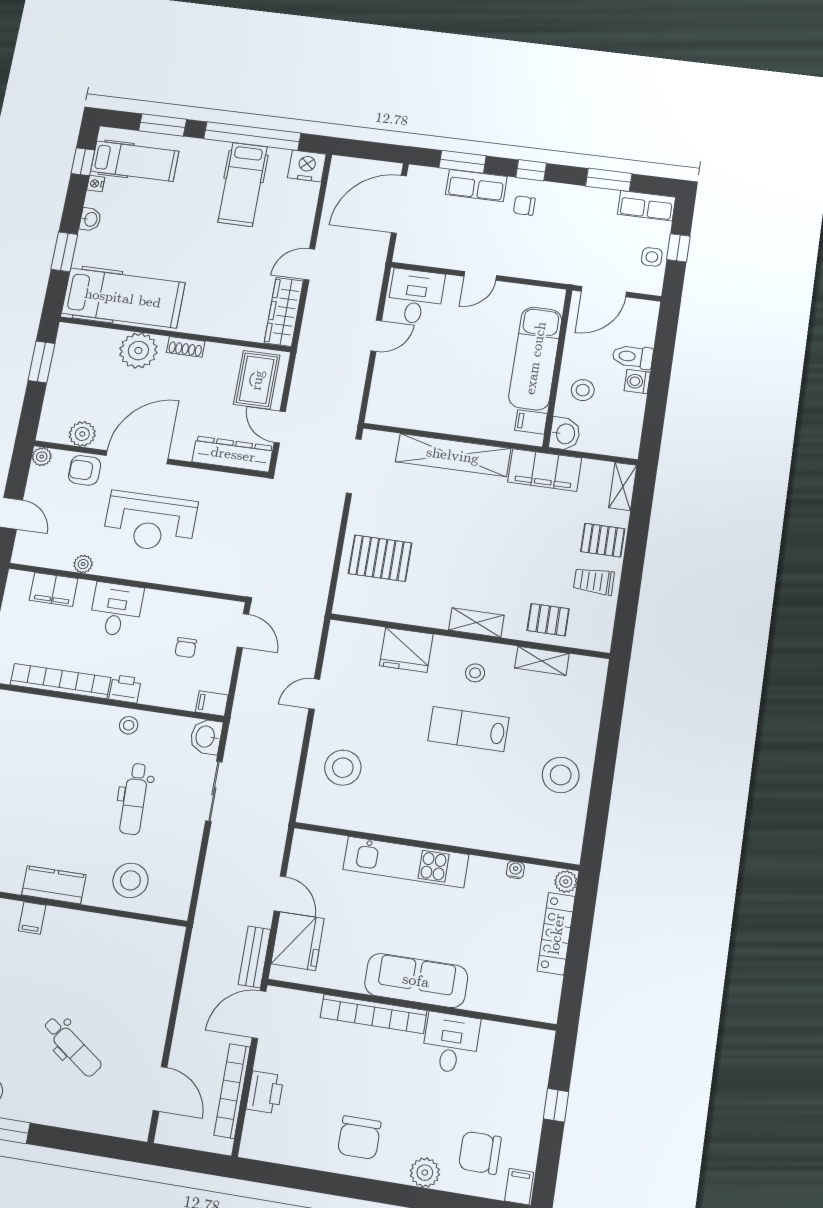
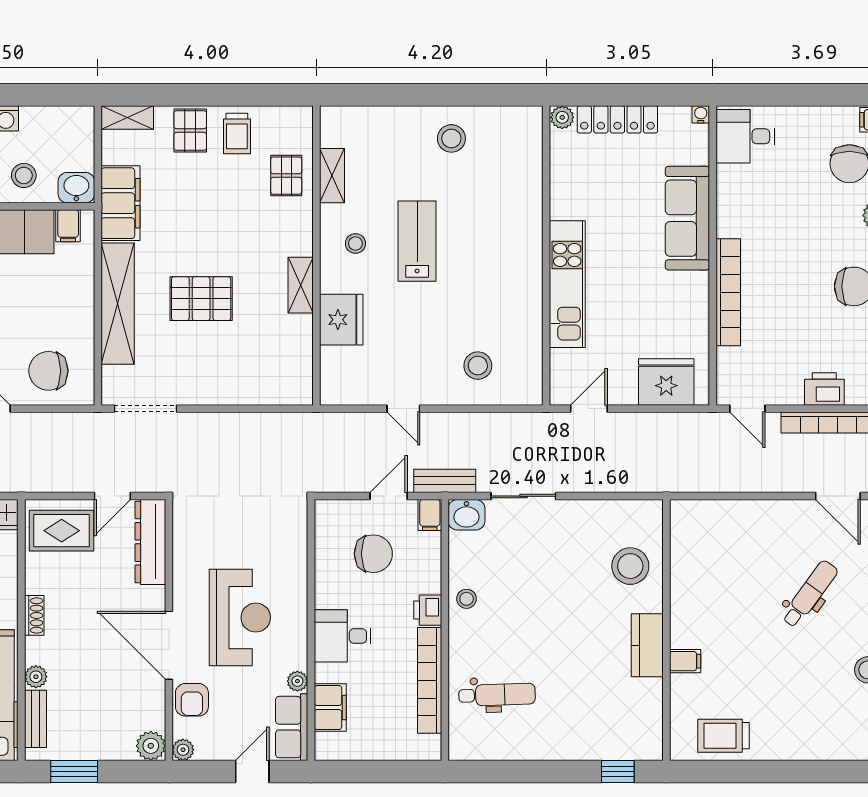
bench: (94, 336) -> (36, 719), added
plant: (138, 351) -> (36, 677), width x0.53, depth x0.53
chair: (402, 388) -> (48, 371), added
plant: (82, 434) -> (151, 746), moved
row of seats: (43, 553) -> (292, 727), added
pallet: (380, 558) -> (201, 299), moved, turned 90
shelving: (476, 623) -> (301, 285), moved
door: (243, 631) -> (389, 496), moved
chair: (186, 648) -> (373, 554), width x1.87, depth x1.87
lab bench: (468, 729) -> (417, 241), turned 180
stool: (343, 768) -> (478, 366), width x0.73, depth x0.73
stool: (561, 775) -> (451, 138), width x0.73, depth x0.73
dental chair: (134, 799) -> (497, 695), moved
water cooler: (515, 870) -> (701, 114), moved, turned 90
door: (280, 894) -> (589, 409), moved
bench: (254, 957) -> (445, 481), moved
sofa: (416, 980) -> (687, 218), moved
door: (259, 1015) -> (747, 409), width x0.73
desk: (451, 1043) -> (745, 136), moved
door: (160, 1089) -> (838, 496), swing flipped
window: (556, 1105) -> (790, 95), removed

